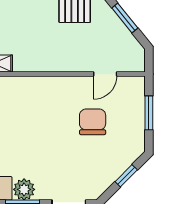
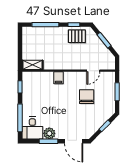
filing cabinet: (41, 87) -> (59, 78), added

